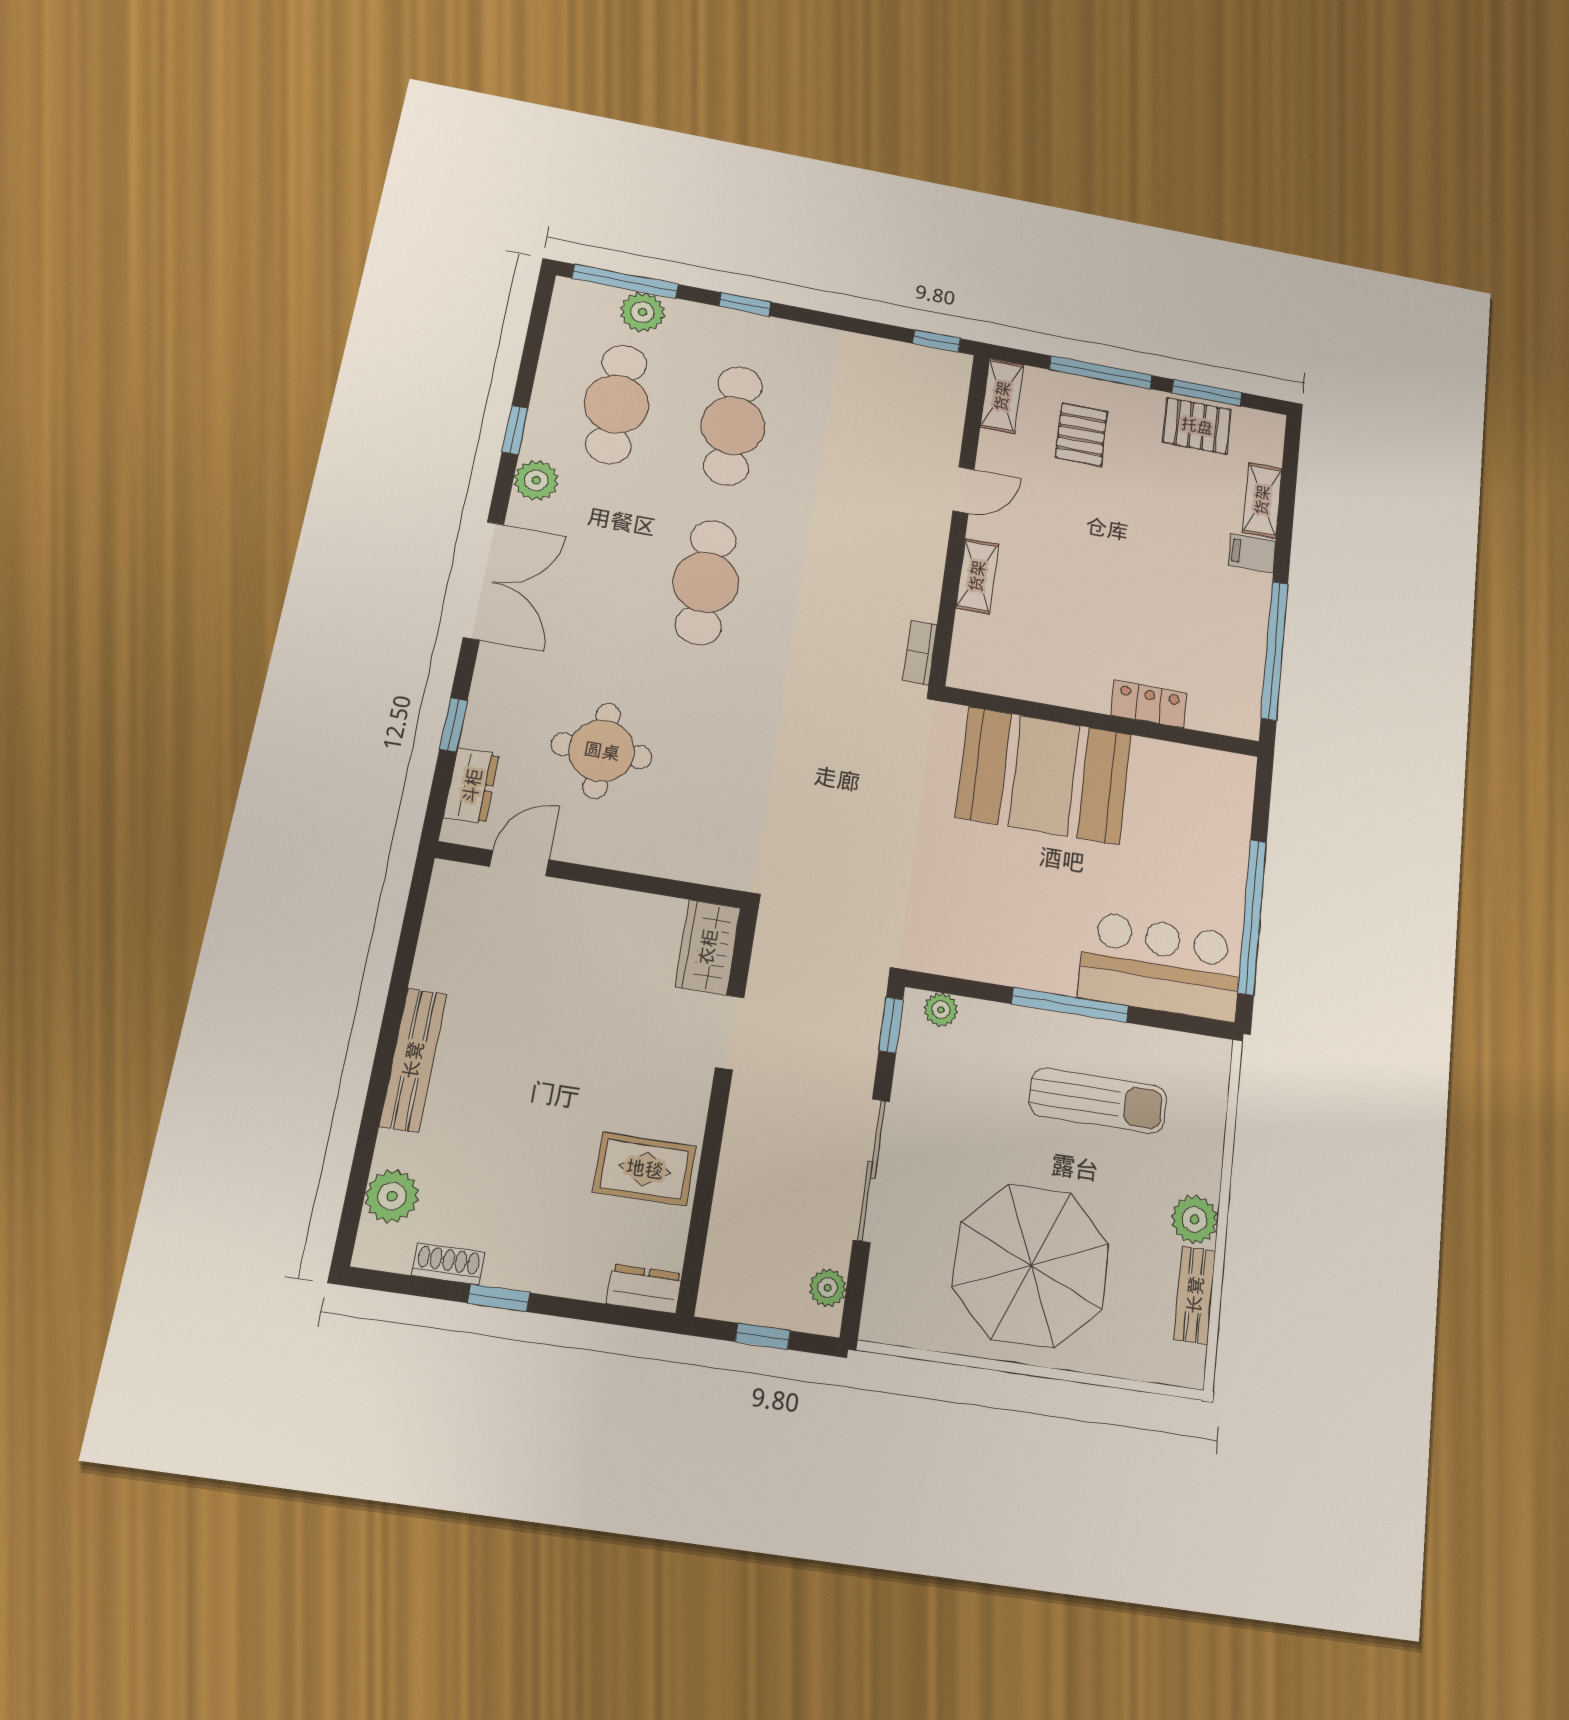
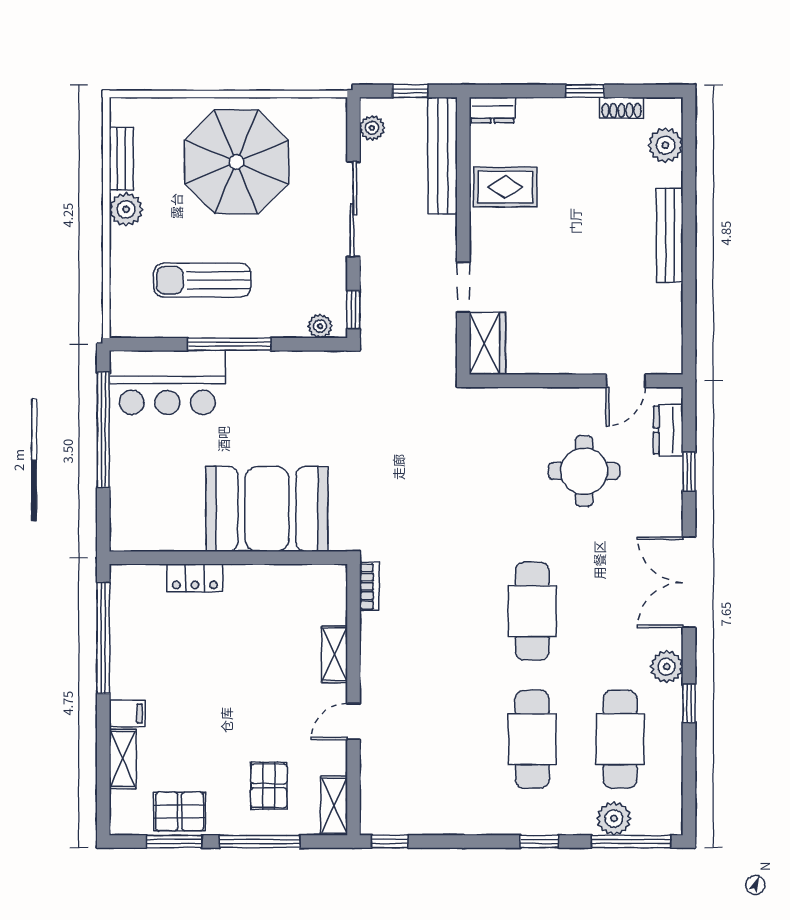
bench: (730, 1230) -> (443, 156), added

